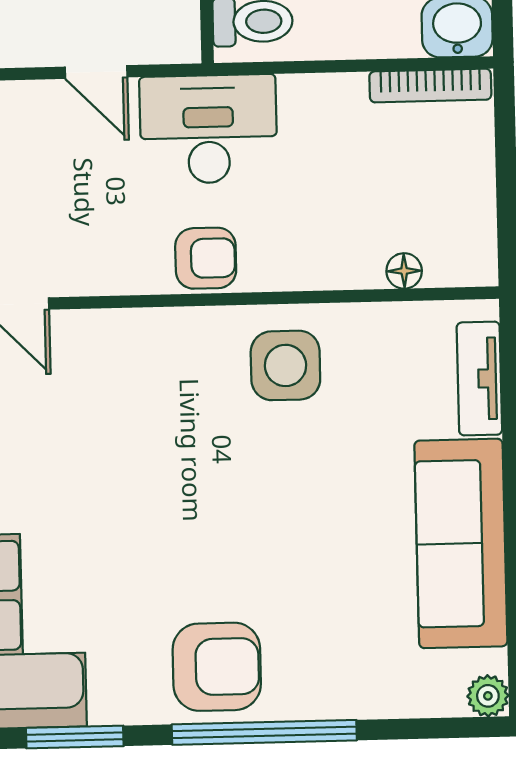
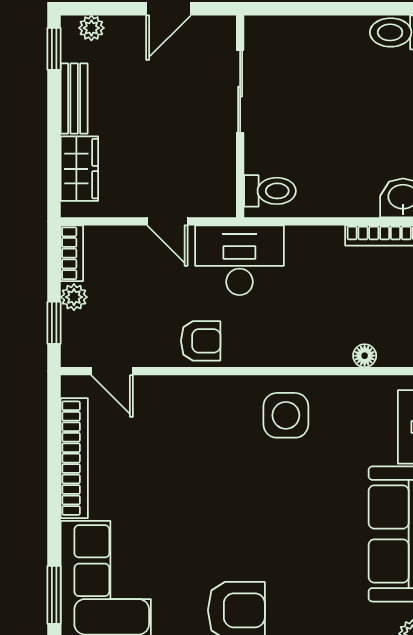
armchair: (206, 258) -> (201, 341), moved

